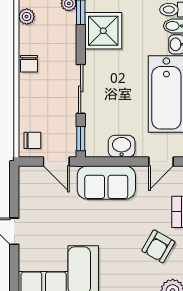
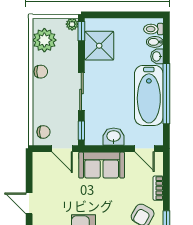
plant: (27, 17) -> (44, 40), width x1.88, depth x1.88
chair: (29, 64) -> (41, 72), turned -90
door: (161, 162) -> (145, 149), hinge flipped

